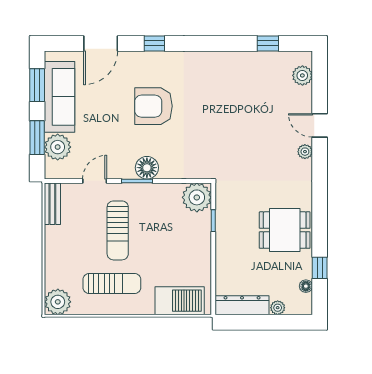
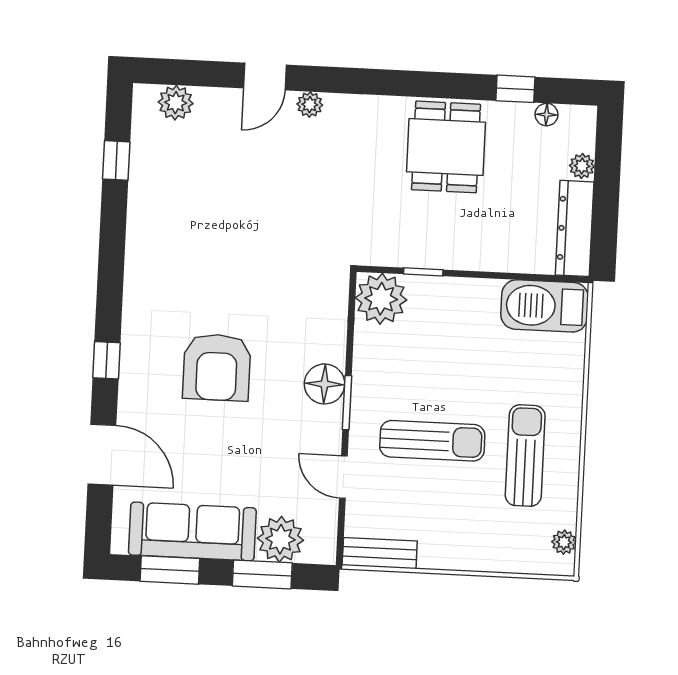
barbecue: (180, 301) -> (545, 306), moved, turned -90
plant: (58, 302) -> (564, 542), width x0.53, depth x0.53

